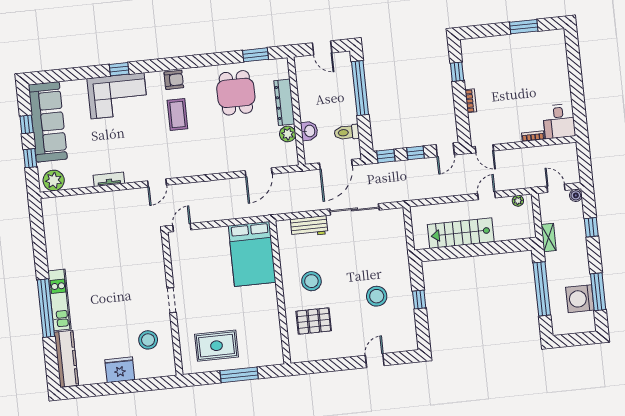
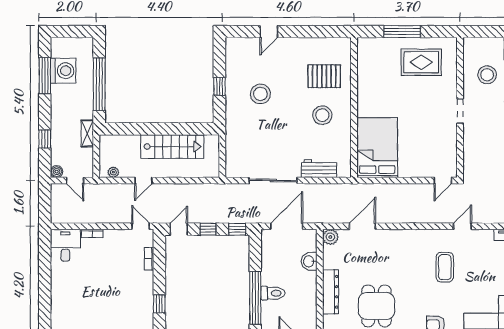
bookcase: (471, 101) -> (149, 259), moved
coffee table: (177, 114) -> (445, 267), moved
toilet: (347, 132) -> (273, 293), moved
plant: (288, 134) -> (330, 237), moved

